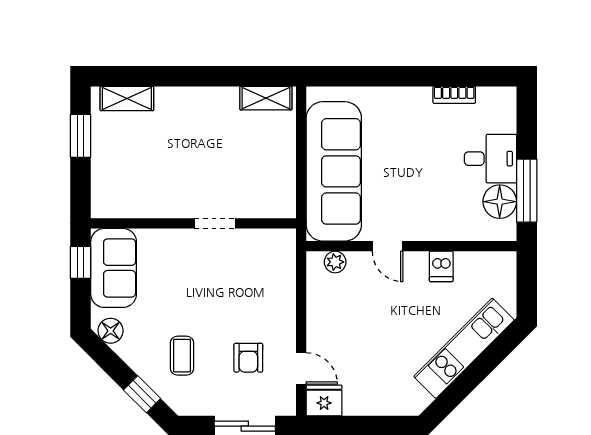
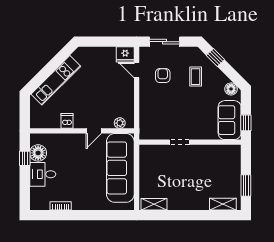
window: (527, 191) -> (25, 158), width x0.46
door: (388, 246) -> (94, 131), swing flipped

